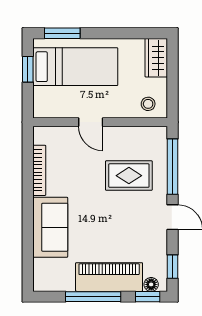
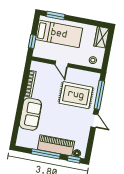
window: (28, 69) -> (32, 42), moved
rug: (129, 176) -> (76, 95), width x1.36, depth x1.43
window: (173, 267) -> (90, 146), removed

